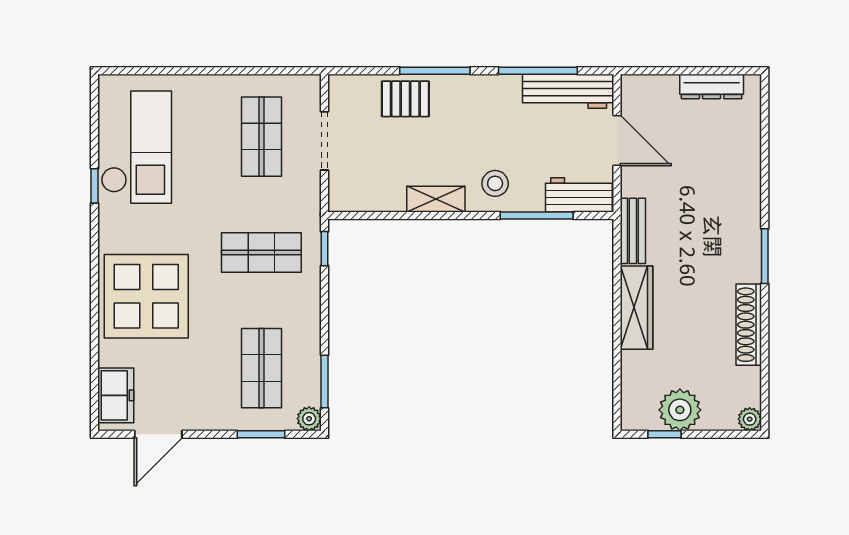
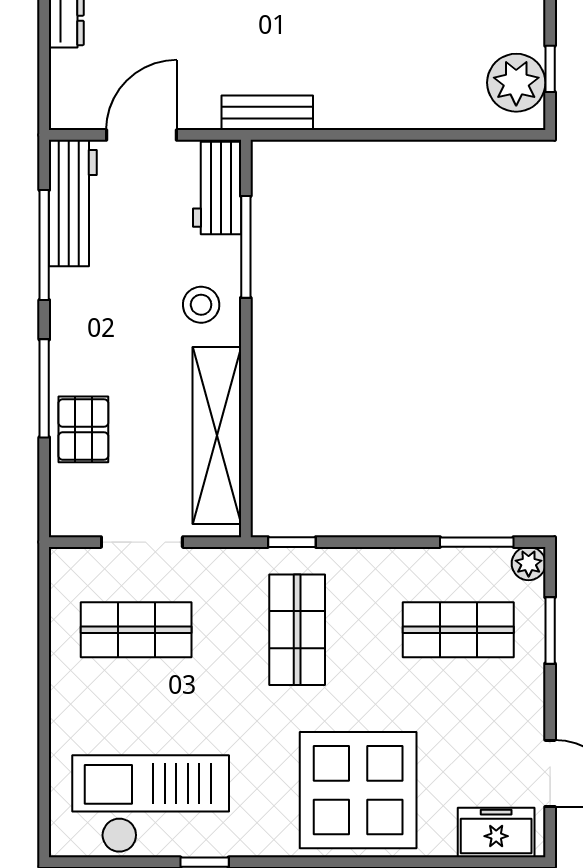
shelving: (436, 199) -> (217, 435), width x2.20, depth x1.33
wardrobe: (637, 308) -> (374, 108), removed
plant: (680, 410) -> (516, 83), moved

